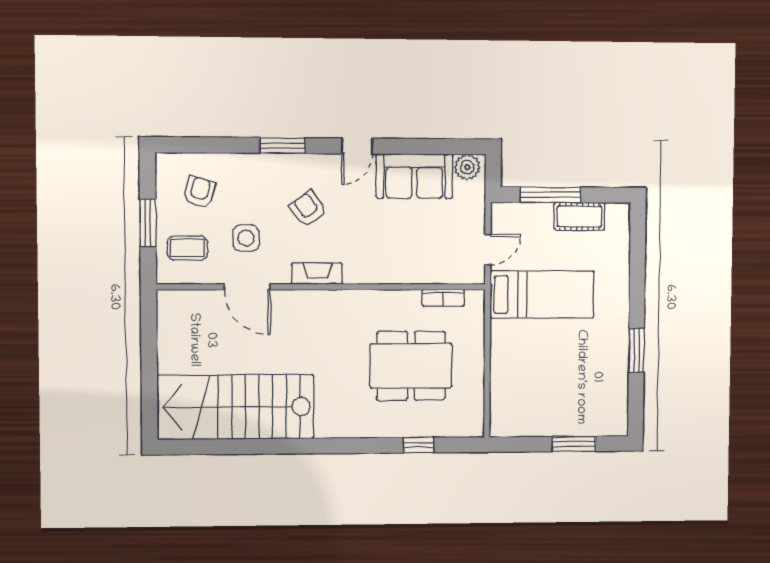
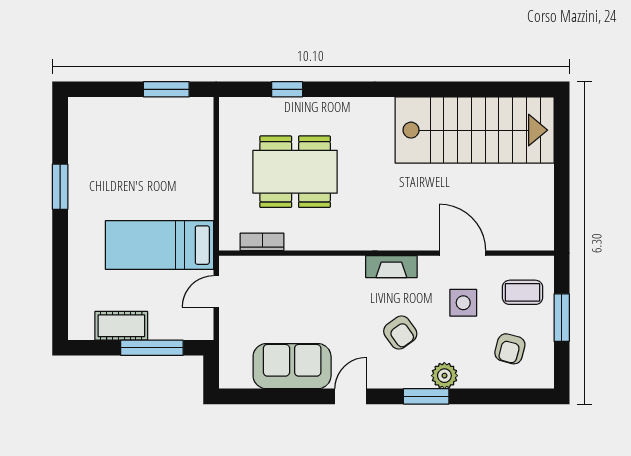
plant: (467, 167) -> (444, 376), moved
window: (574, 444) -> (166, 89), moved

